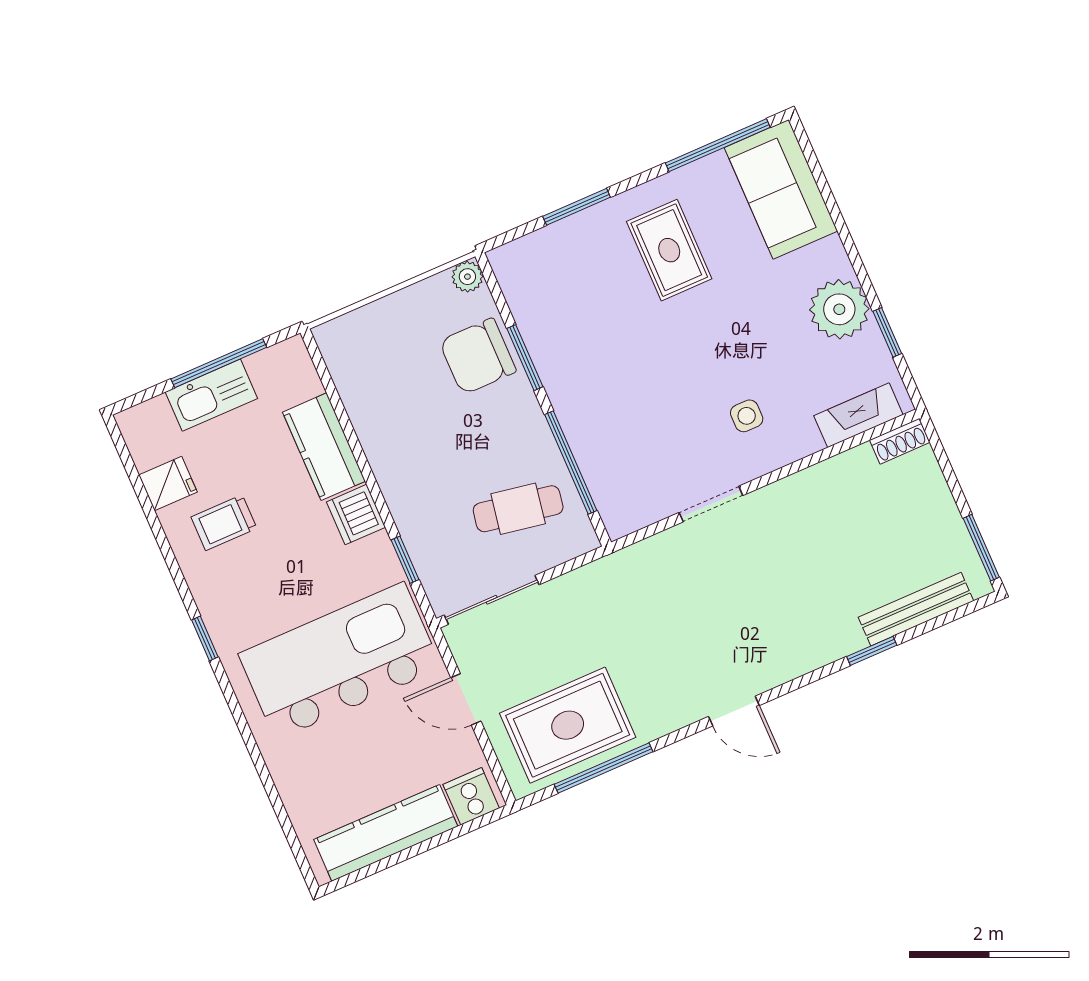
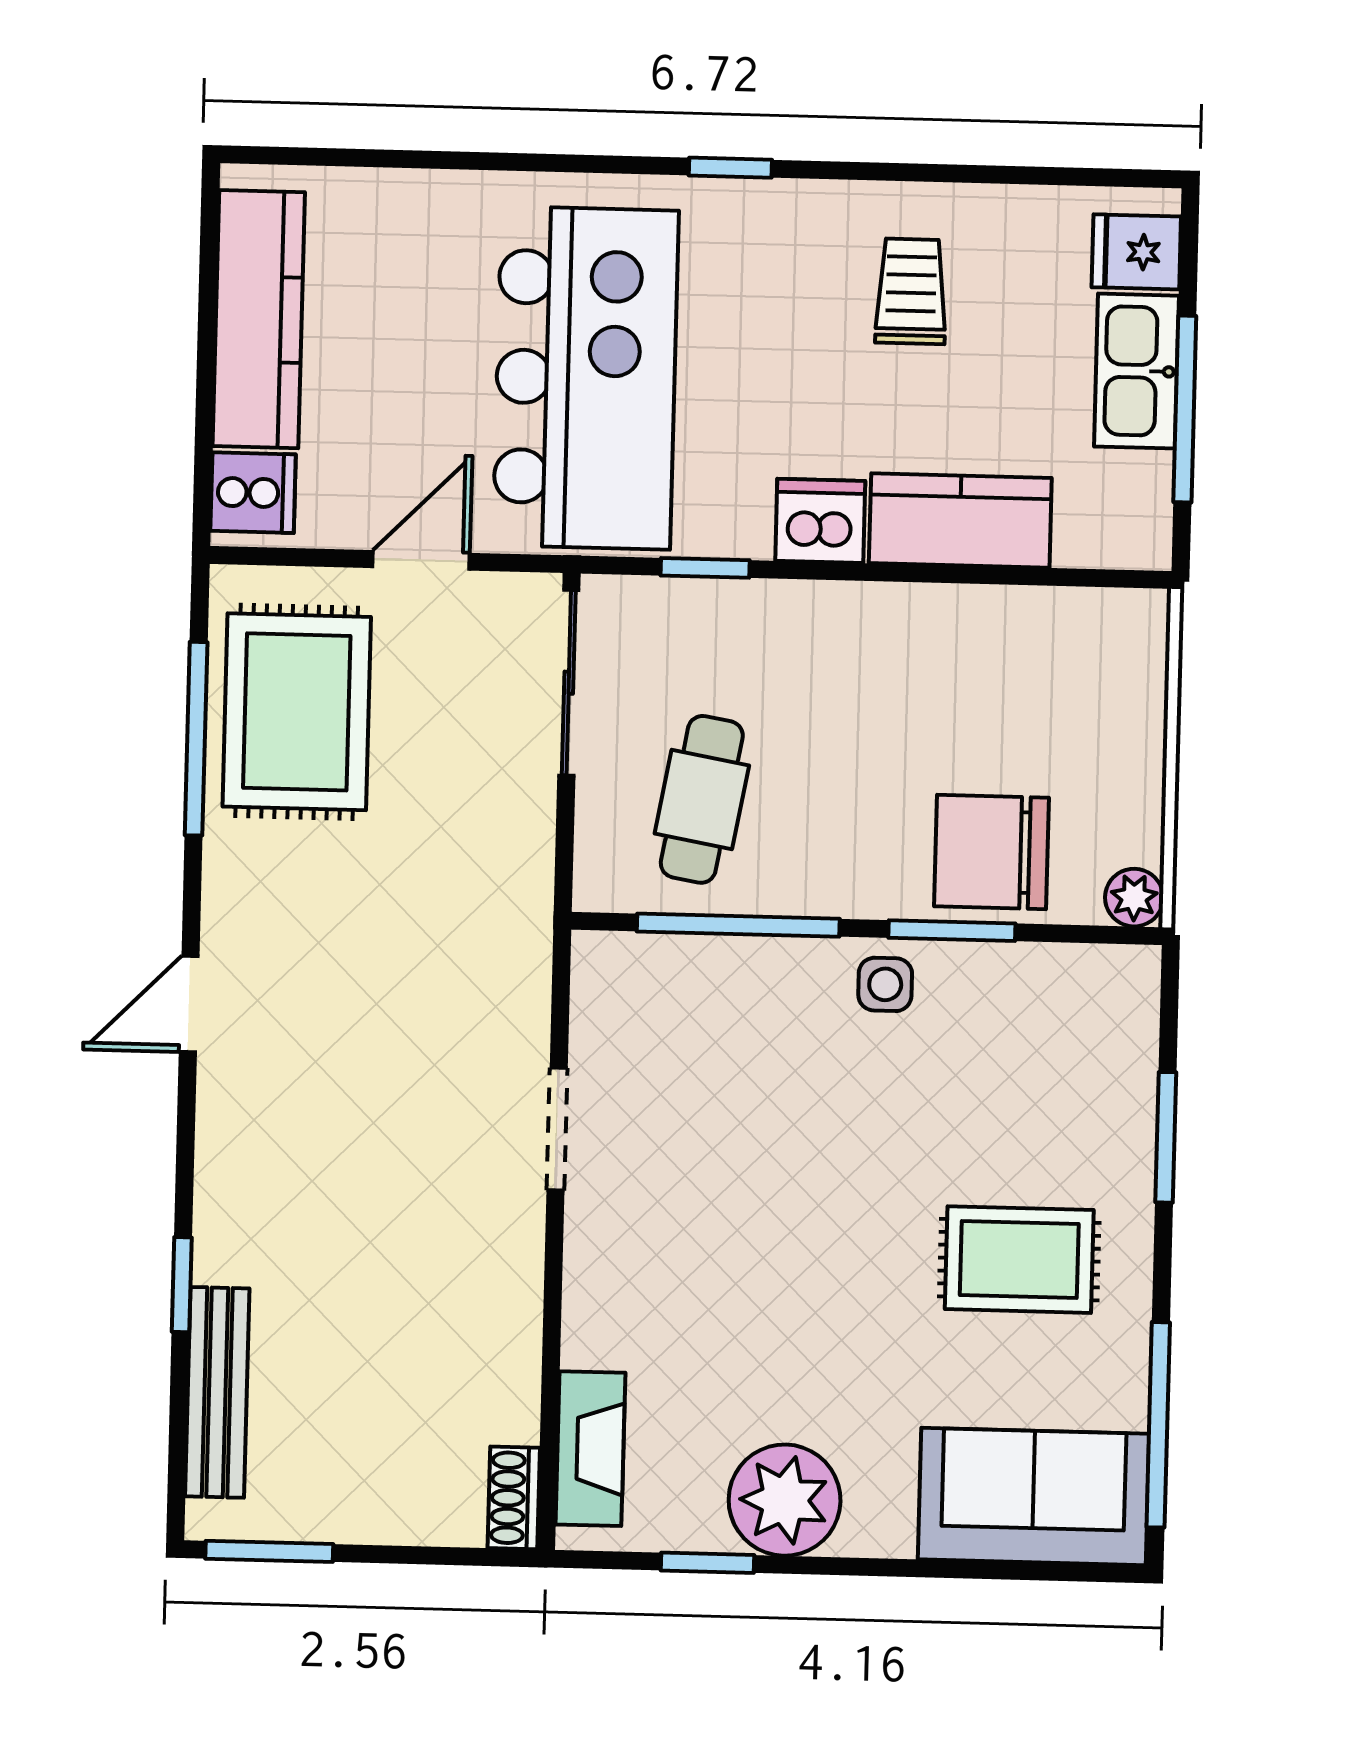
chair: (478, 356) -> (991, 852), turned -90
side table: (747, 416) -> (885, 984), moved
fridge: (168, 484) -> (1136, 252), moved, turned 90

